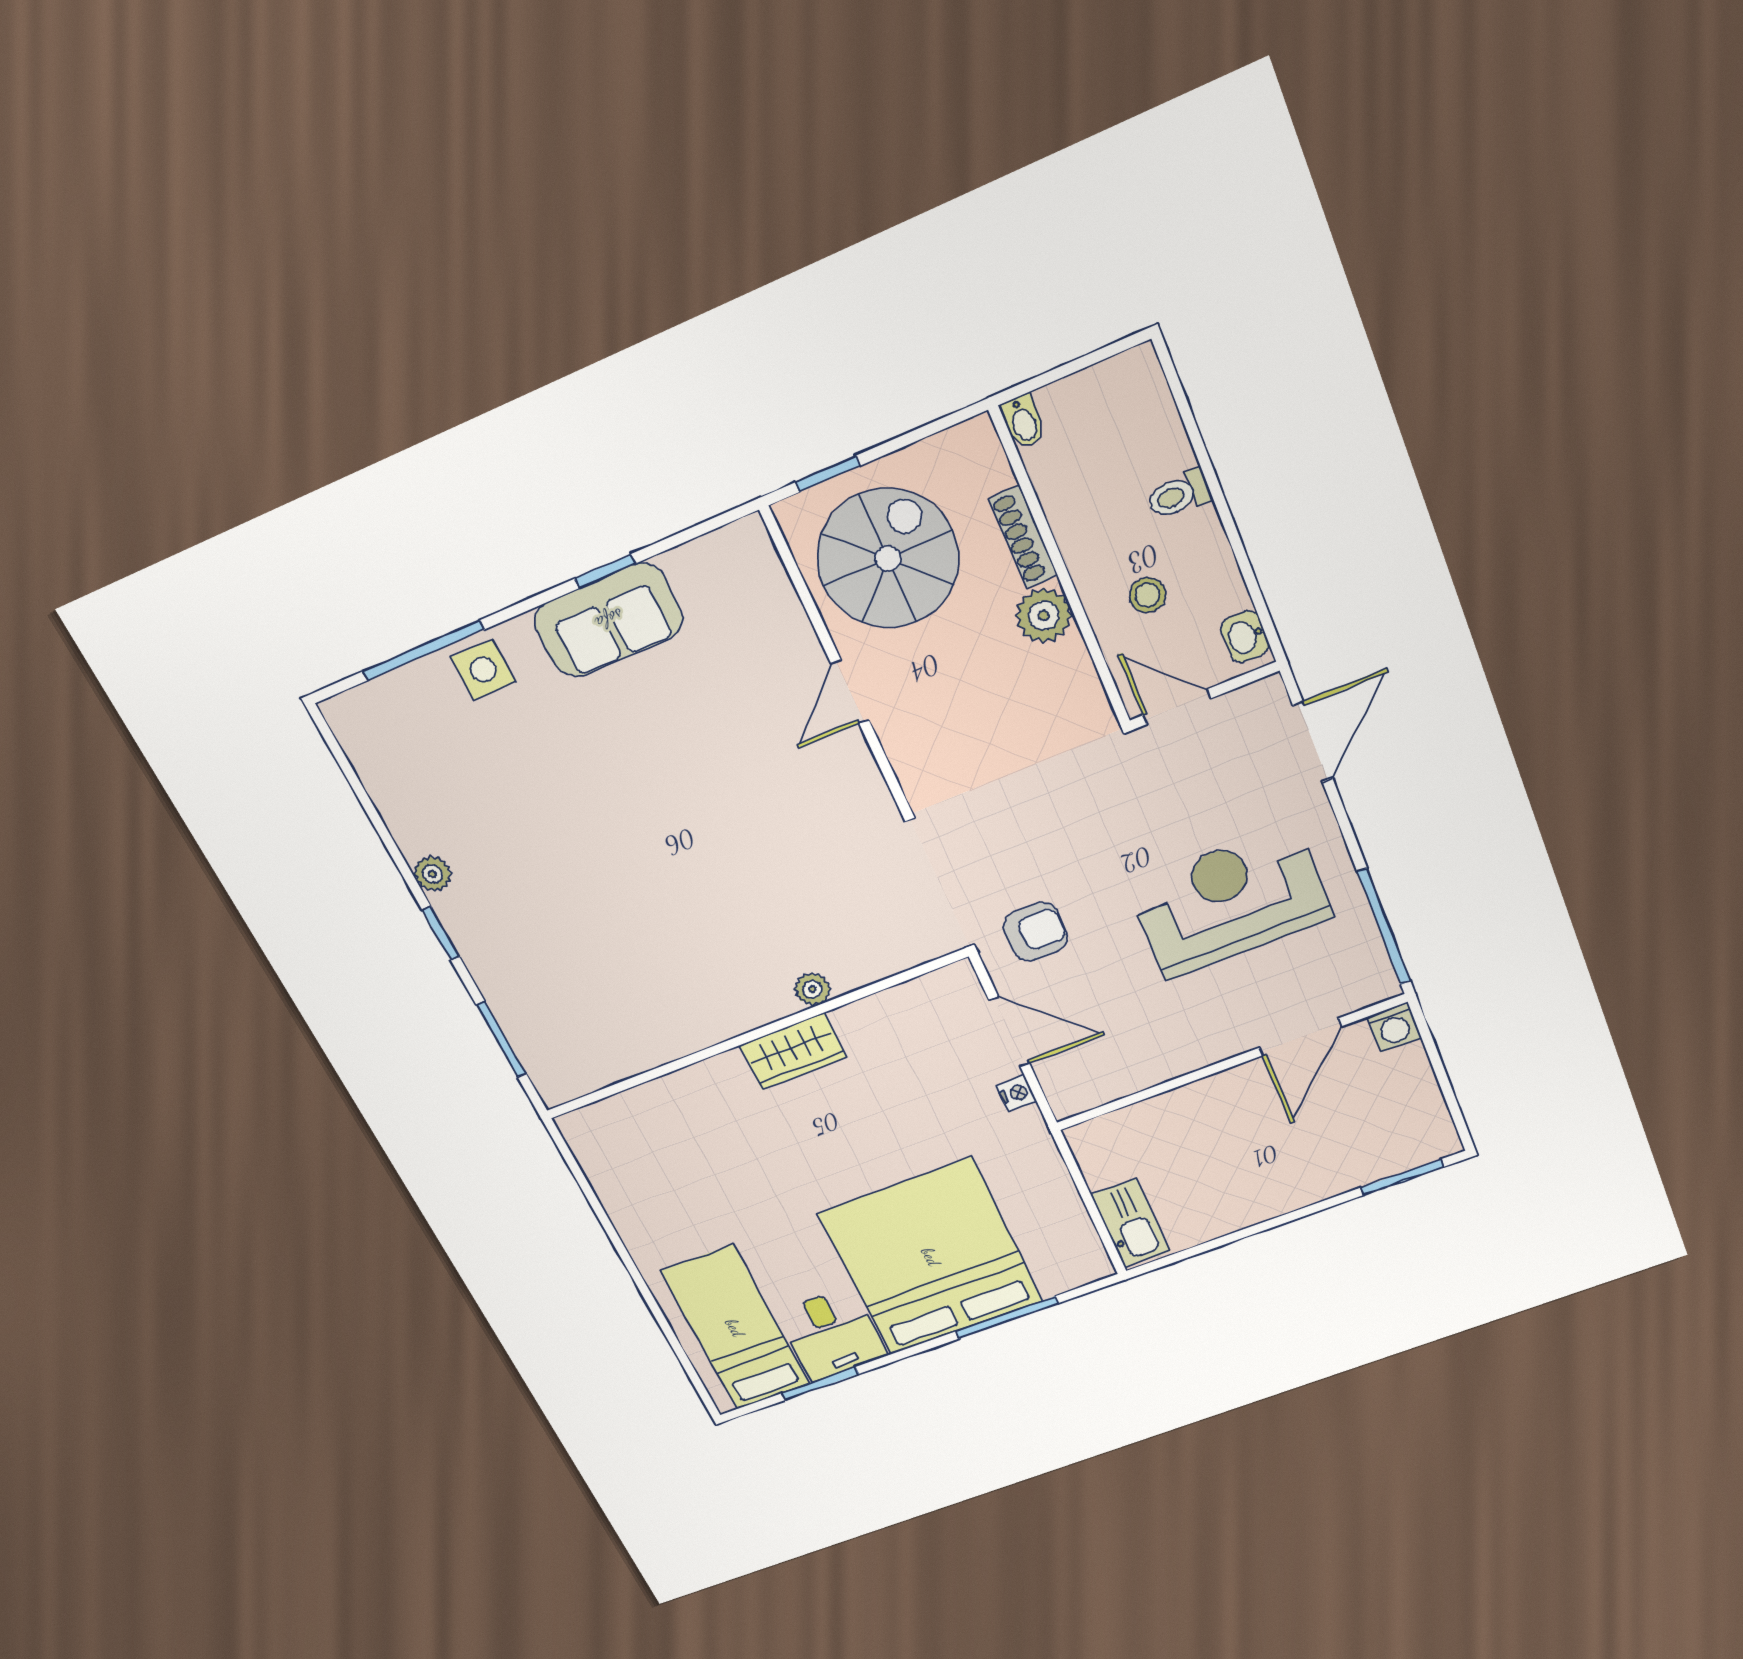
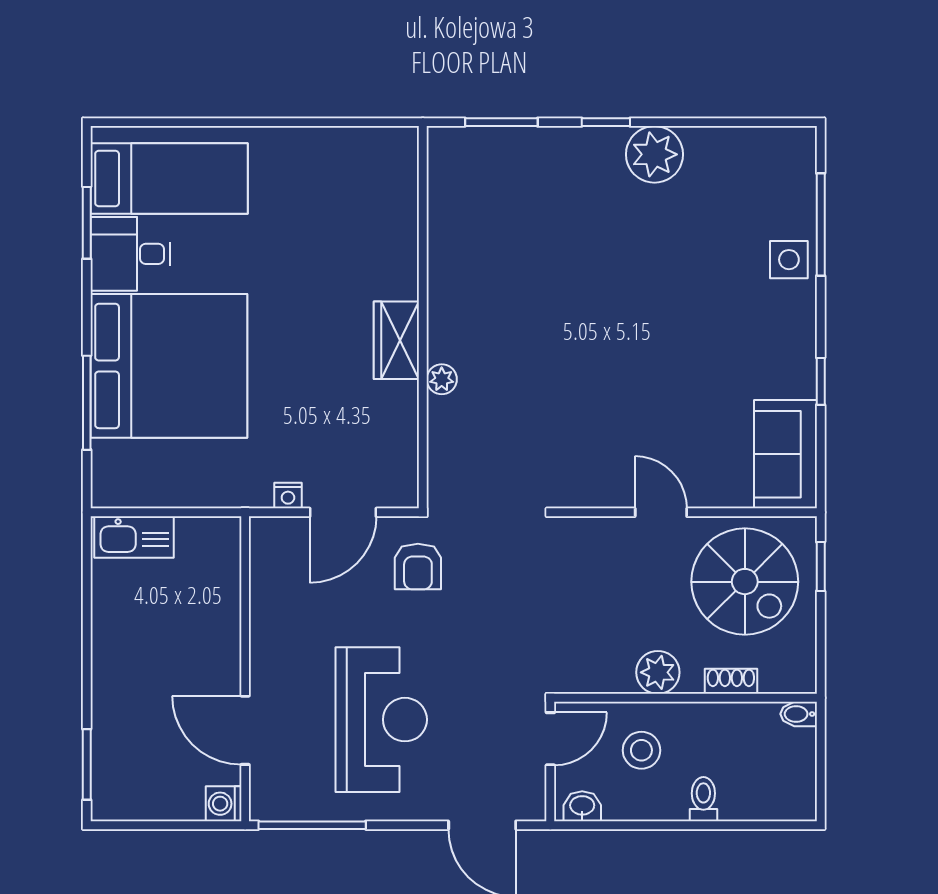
shoe rack: (1023, 537) -> (731, 681), width x0.70
stool: (1148, 595) -> (641, 750), width x1.37, depth x1.37
sofa: (609, 620) -> (786, 454), moved
plant: (433, 874) -> (654, 154), width x1.87, depth x1.87

